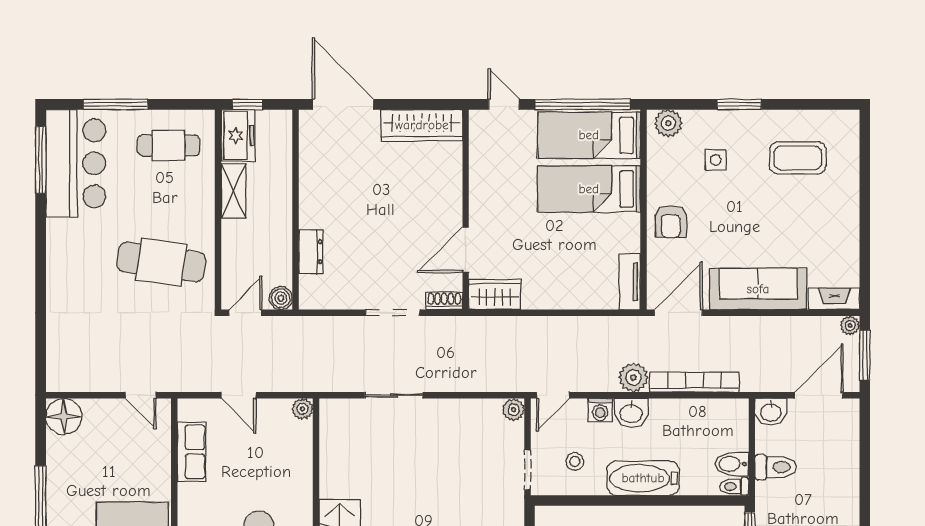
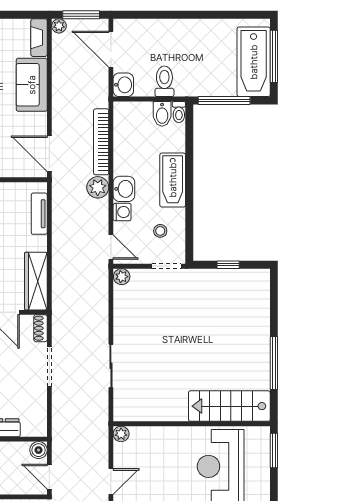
tv unit: (630, 282) -> (39, 214), moved, turned 90
sofa: (758, 289) -> (32, 85), width x0.73
wardrobe: (495, 295) -> (36, 281), width x1.50

